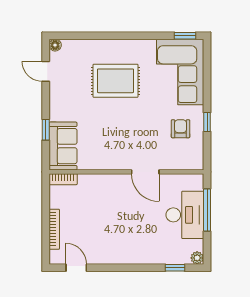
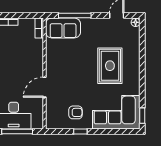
window: (46, 130) -> (75, 16), width x2.17

